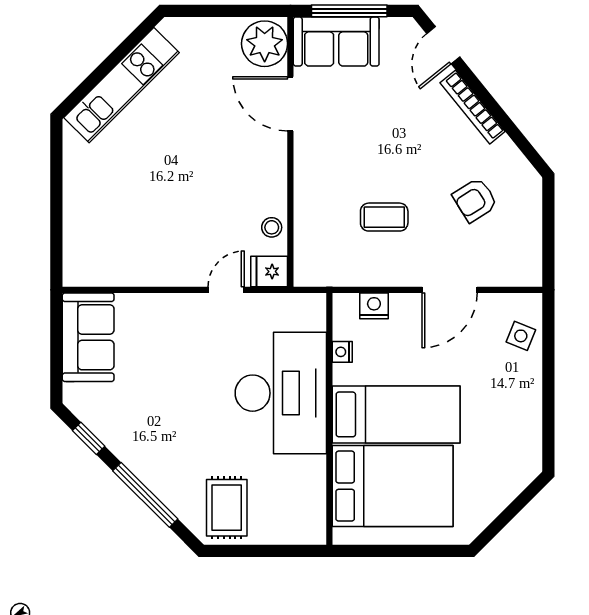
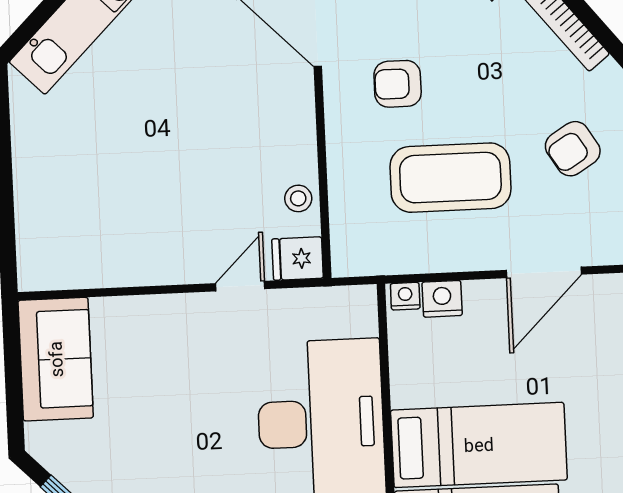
armchair: (348, 147) -> (398, 84), added
coffee table: (384, 217) -> (450, 178), width x1.86, depth x1.72
nightstand: (342, 352) -> (405, 296), moved, turned 90

